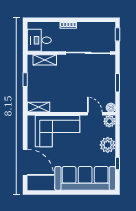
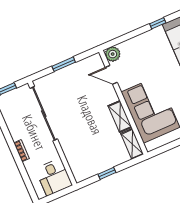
shelving: (45, 60) -> (120, 116), moved
boiler: (111, 108) -> (96, 59), removed
door: (95, 114) -> (111, 75), hinge flipped
plant: (108, 145) -> (141, 44), removed

